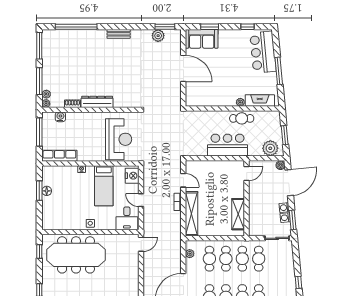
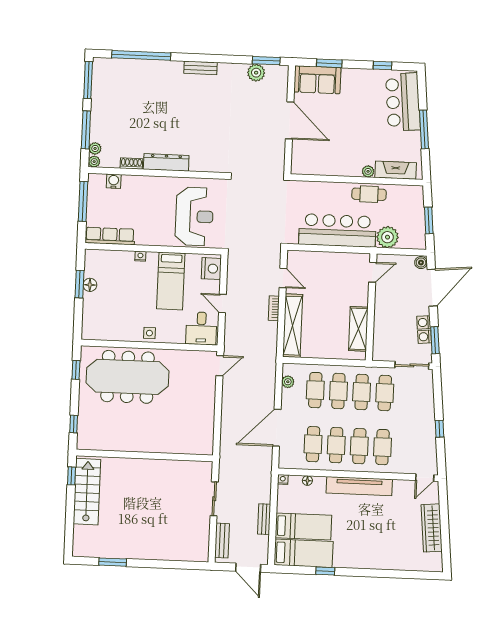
bar counter: (228, 145) -> (337, 230), width x1.36
plant: (270, 148) -> (387, 237), moved

